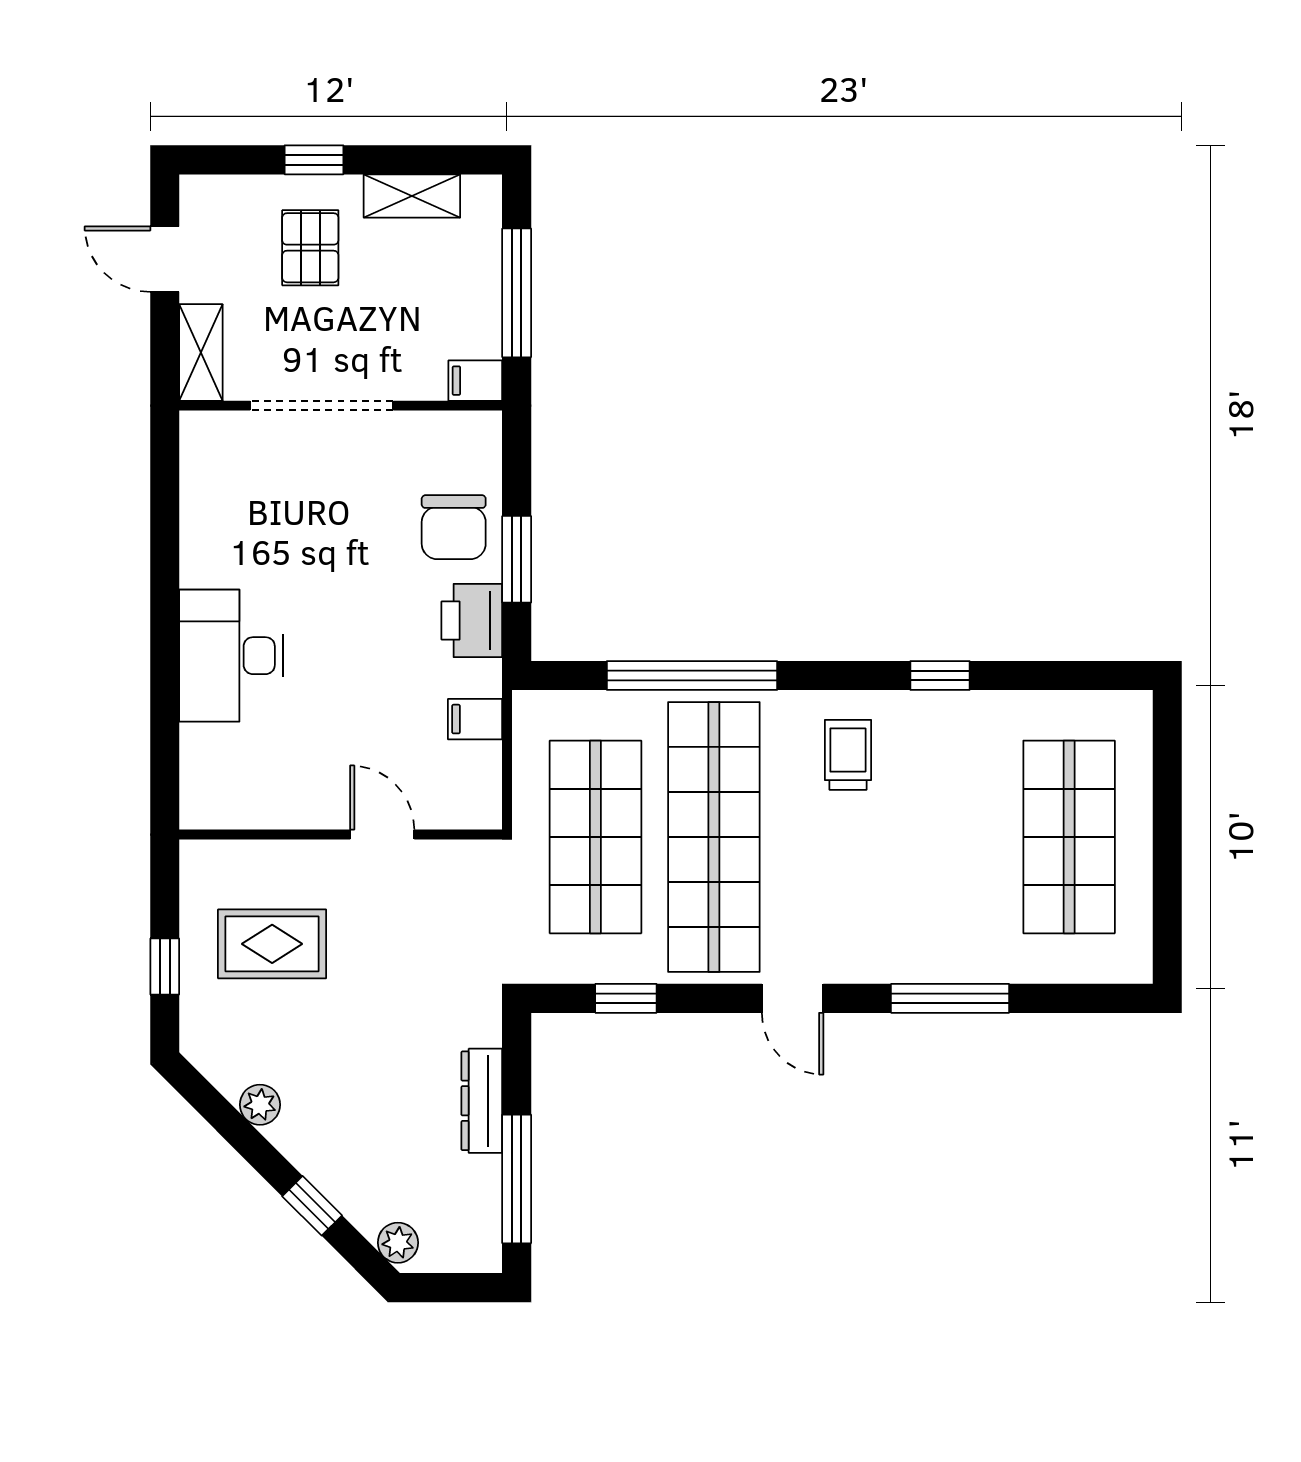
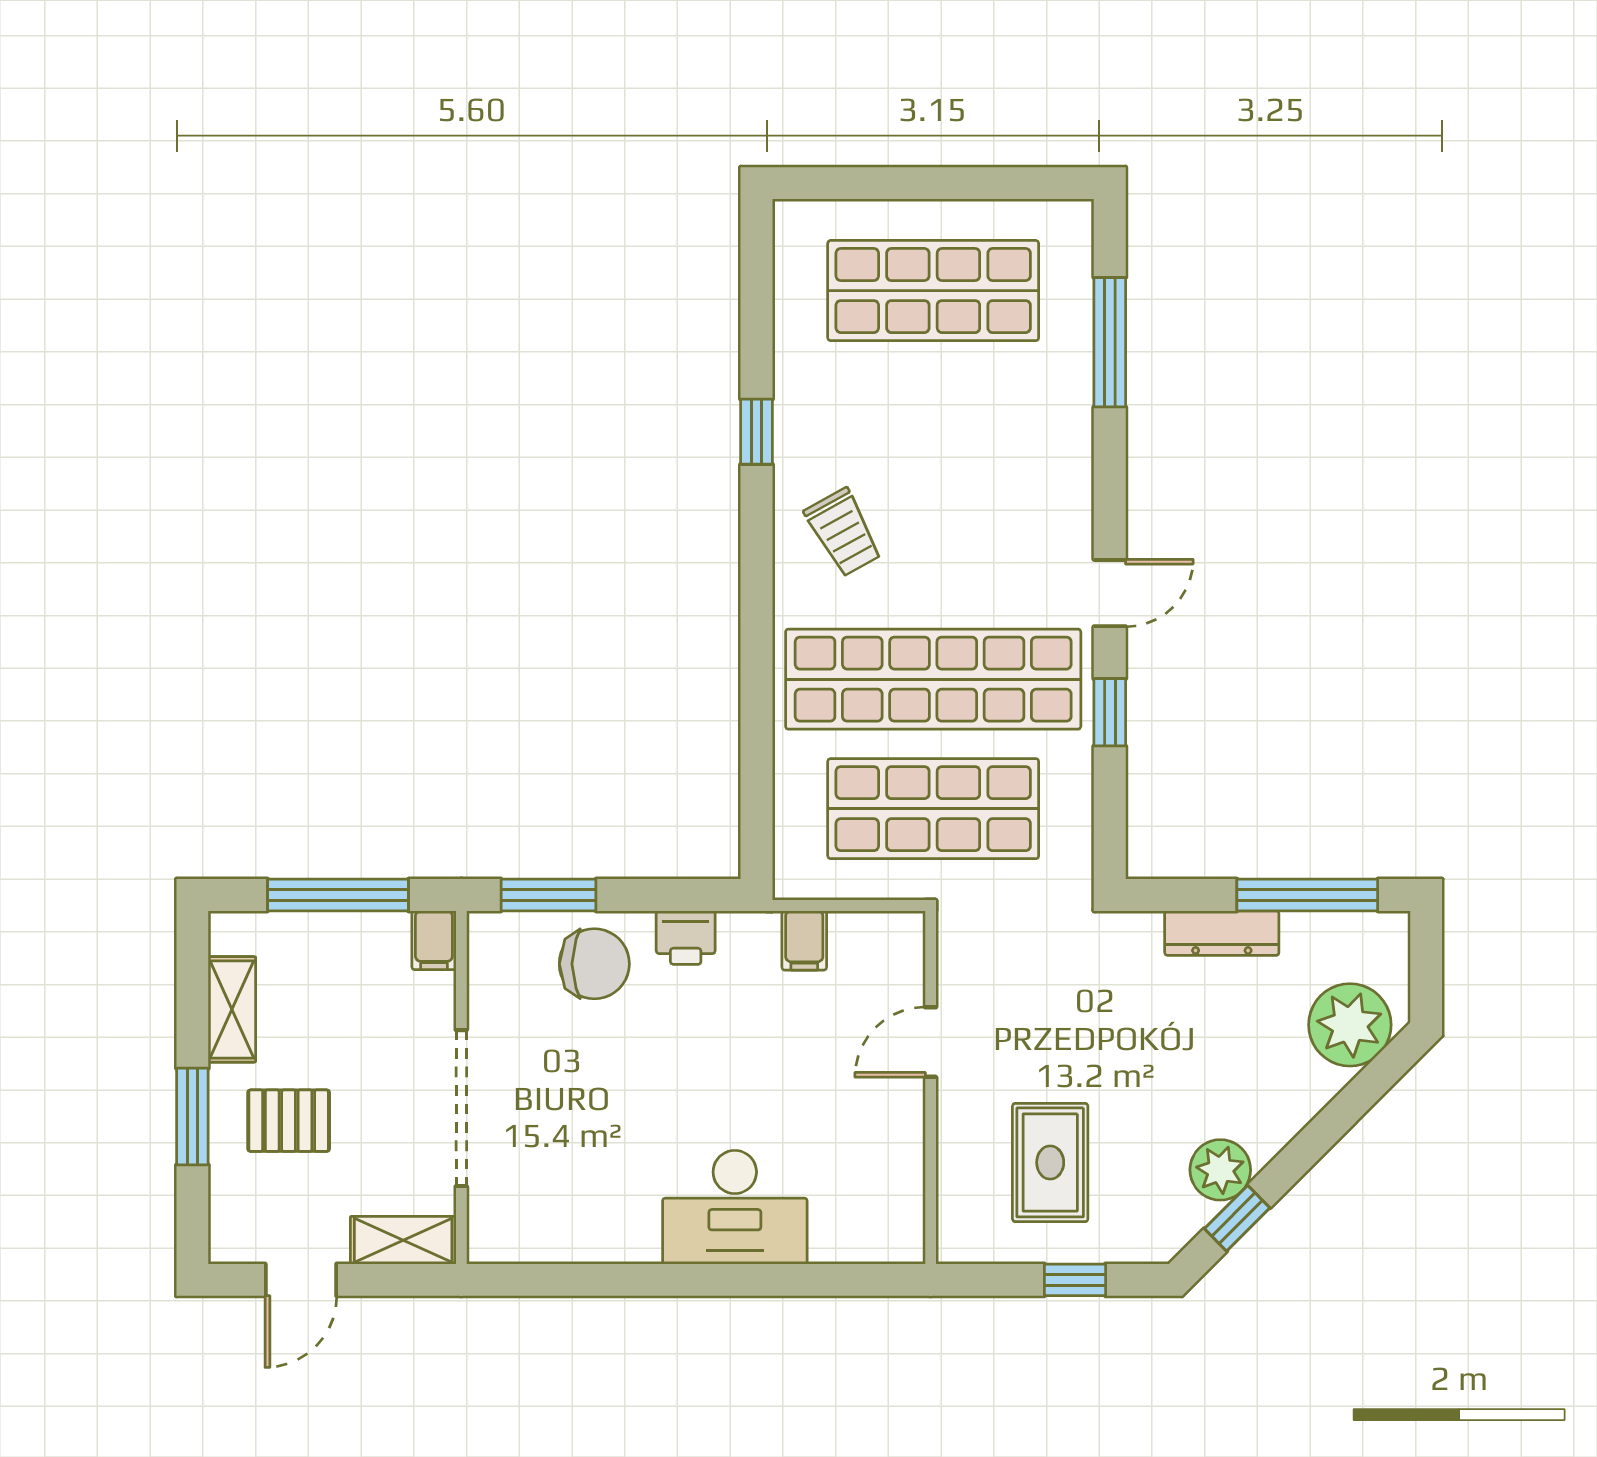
window: (314, 160) -> (192, 1117), width x1.50
window: (517, 559) -> (548, 895), moved
printer: (472, 621) -> (686, 938), width x0.73, depth x0.81
window: (692, 676) -> (757, 703), removed
trolley: (848, 755) -> (843, 532), turned -119
window: (626, 998) -> (1110, 712), moved
window: (950, 998) -> (1110, 342), moved
plant: (260, 1105) -> (1220, 1170), width x1.38, depth x1.38
window: (312, 1206) -> (1237, 1218), moved
plant: (398, 1243) -> (1350, 1025), width x1.88, depth x1.88

